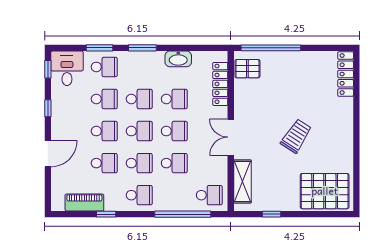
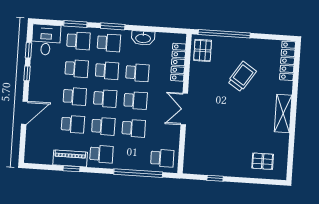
school desk: (139, 67) -> (109, 43), added
window: (48, 69) -> (29, 50), moved
pallet: (247, 69) -> (203, 50), turned 90
trolley: (296, 136) -> (242, 76), moved
shelving: (242, 181) -> (283, 113), moved
pallet: (325, 191) -> (263, 161), width x0.49, depth x0.50
piano: (84, 203) -> (70, 158), moved

